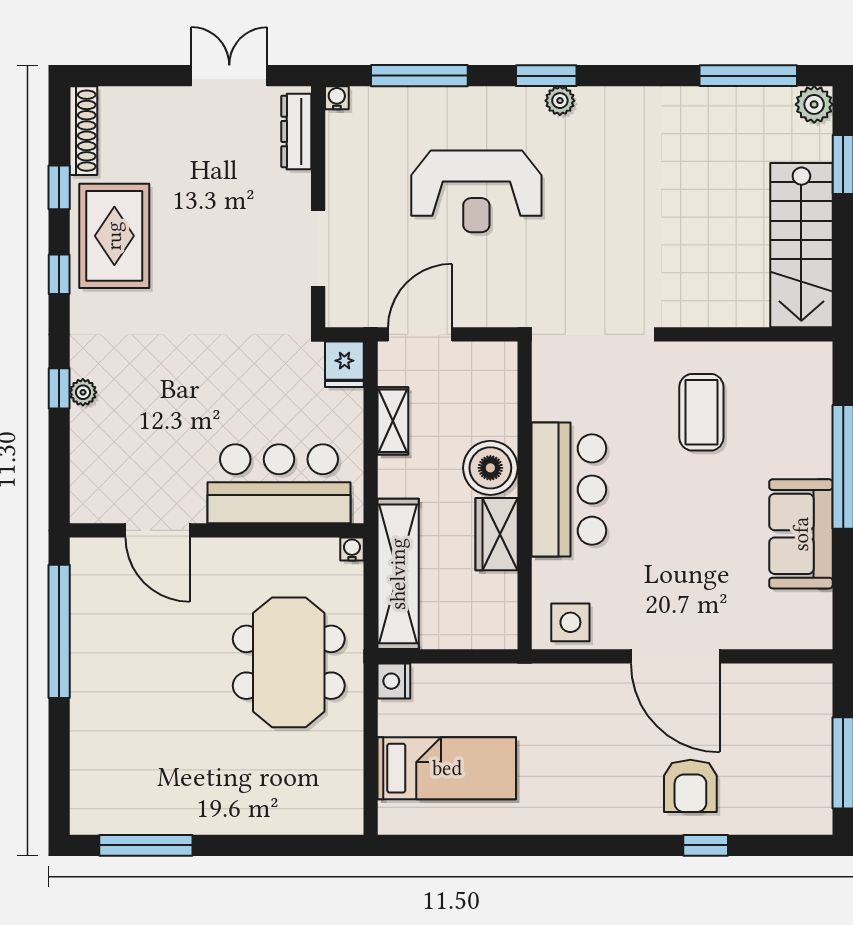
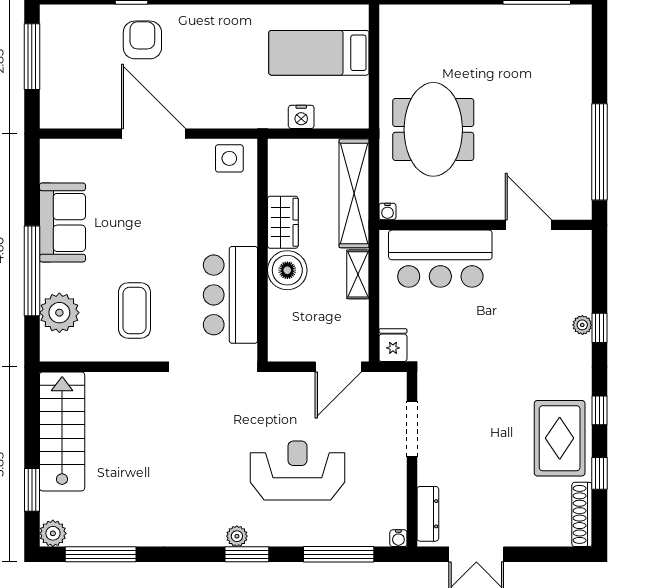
plant: (805, 409) -> (59, 313), added
shelving: (393, 421) -> (358, 274), moved
bar counter: (569, 490) -> (230, 295), moved
nightstand: (394, 681) -> (301, 117), moved, turned 90

